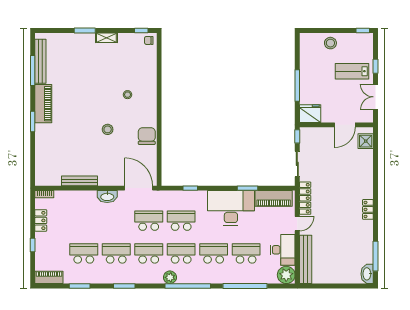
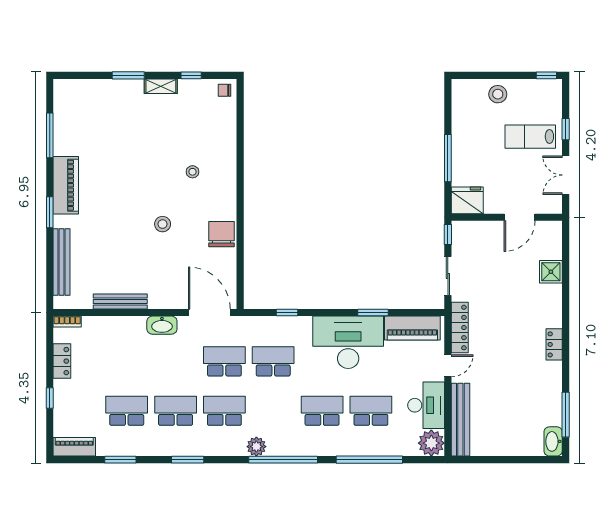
window: (141, 31) -> (191, 75), moved
bench: (40, 61) -> (61, 262), moved
shower: (366, 141) -> (551, 272), moved
school desk: (181, 253) -> (273, 411), removed

